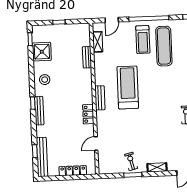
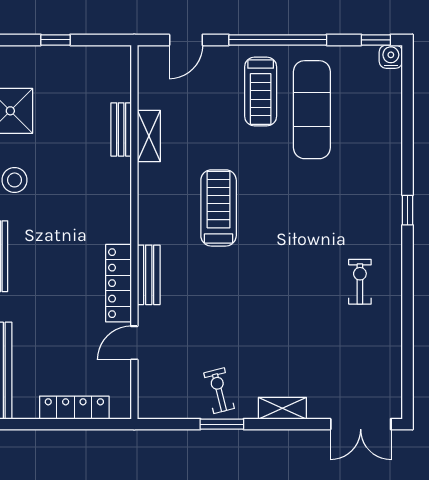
shelving: (98, 42) -> (149, 136), moved
treadmill: (128, 87) -> (219, 208), width x0.73, depth x0.73
bench: (100, 98) -> (149, 275), moved
locker: (88, 114) -> (118, 283), width x1.53

